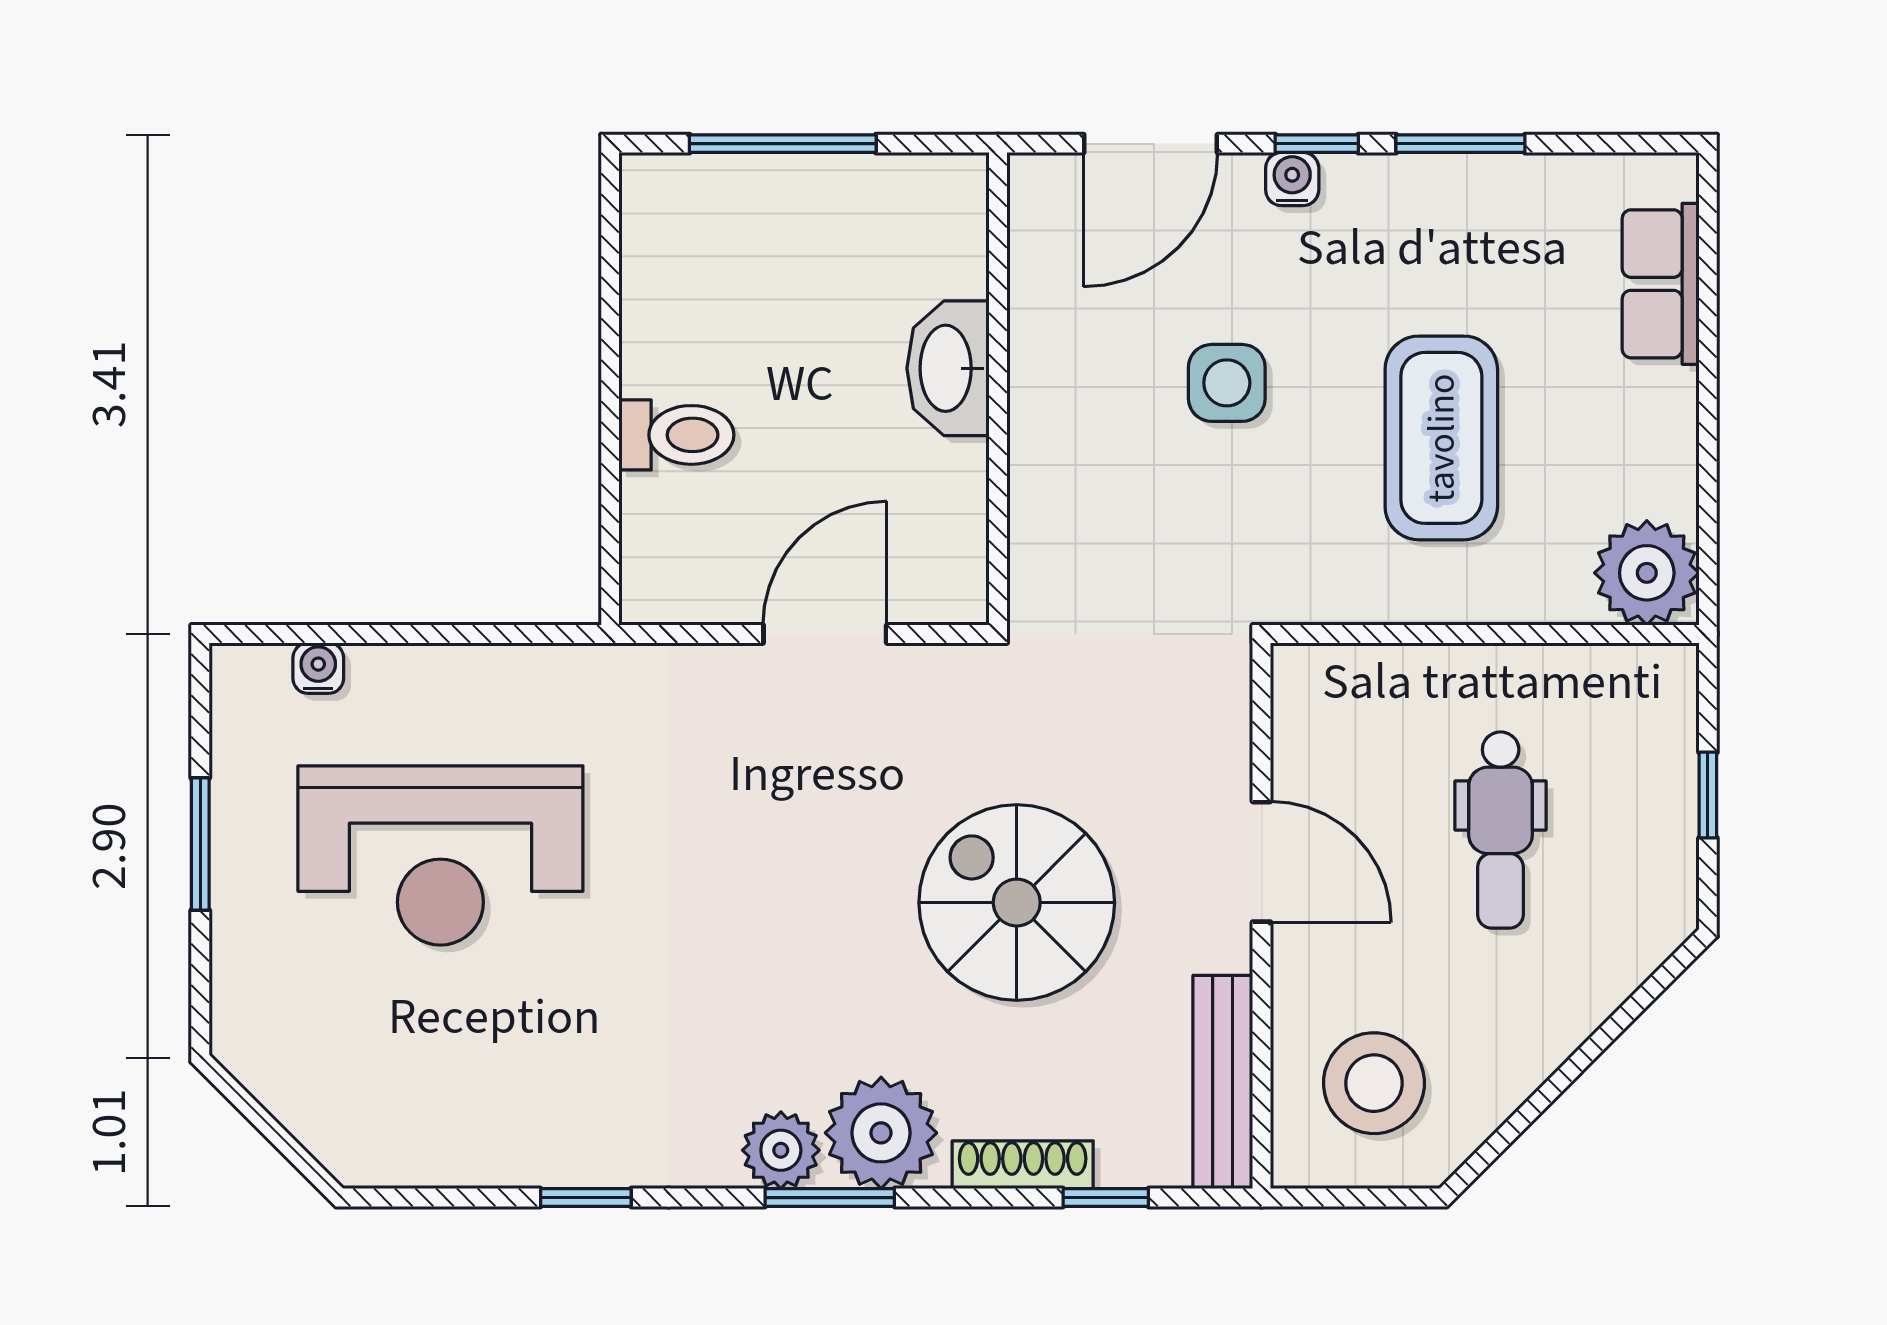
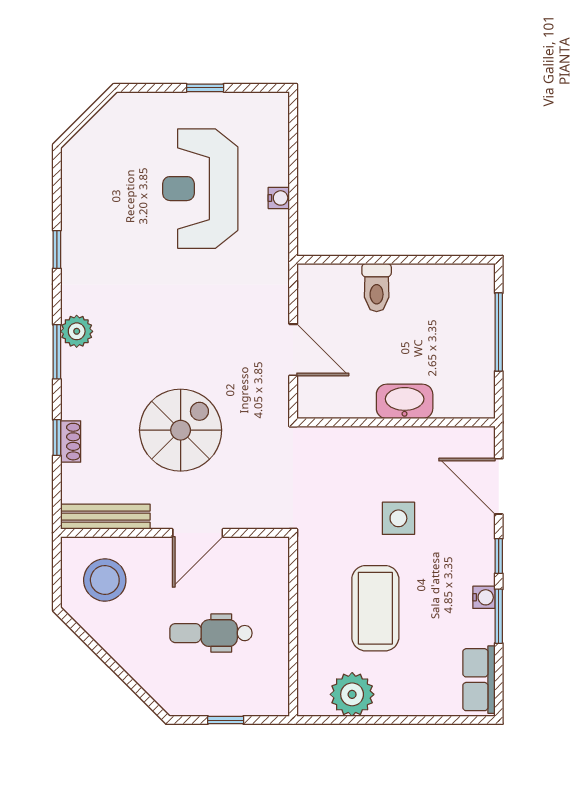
water cooler: (1292, 179) -> (484, 597), moved
row of seats: (1661, 284) -> (479, 680), moved, turned -90
coffee table: (1441, 438) -> (375, 608), turned 90
plant: (1647, 573) -> (352, 694), moved
water cooler: (318, 668) -> (279, 198), moved
window: (200, 844) -> (205, 88), width x0.67
plant: (881, 1133) -> (84, 373), removed
shoe rack: (1023, 1165) -> (71, 442), width x0.70
window: (1106, 1198) -> (57, 438), moved

